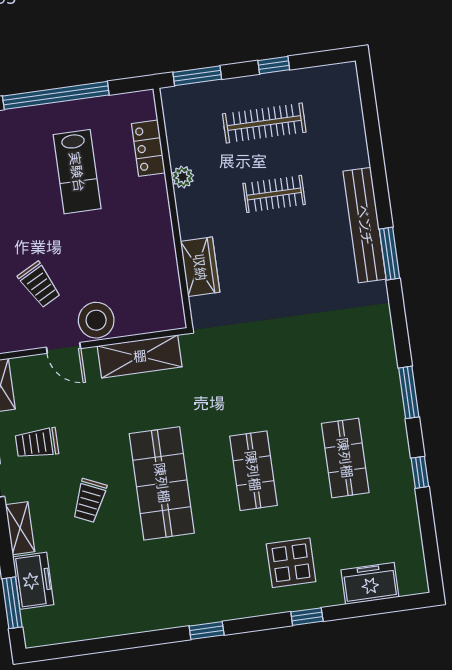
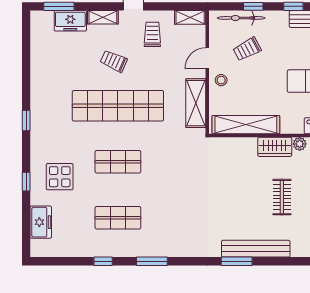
wardrobe: (200, 267) -> (275, 147), moved
shelving: (163, 269) -> (246, 125), added
stool: (96, 320) -> (221, 80), width x0.53, depth x0.53
shop shelf: (162, 483) -> (118, 106), width x1.40

